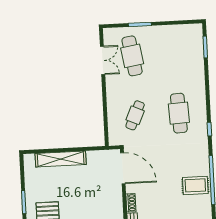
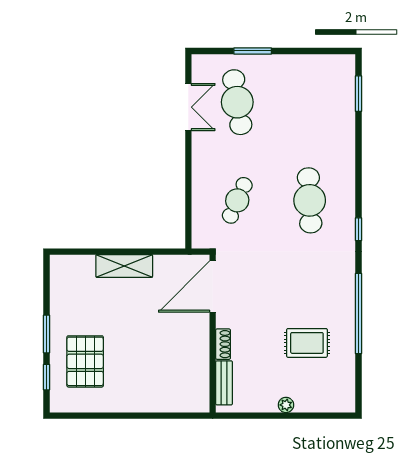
shelving: (61, 159) -> (124, 266), width x0.68
door: (123, 168) -> (213, 287), swing flipped
rug: (195, 185) -> (307, 343), moved

